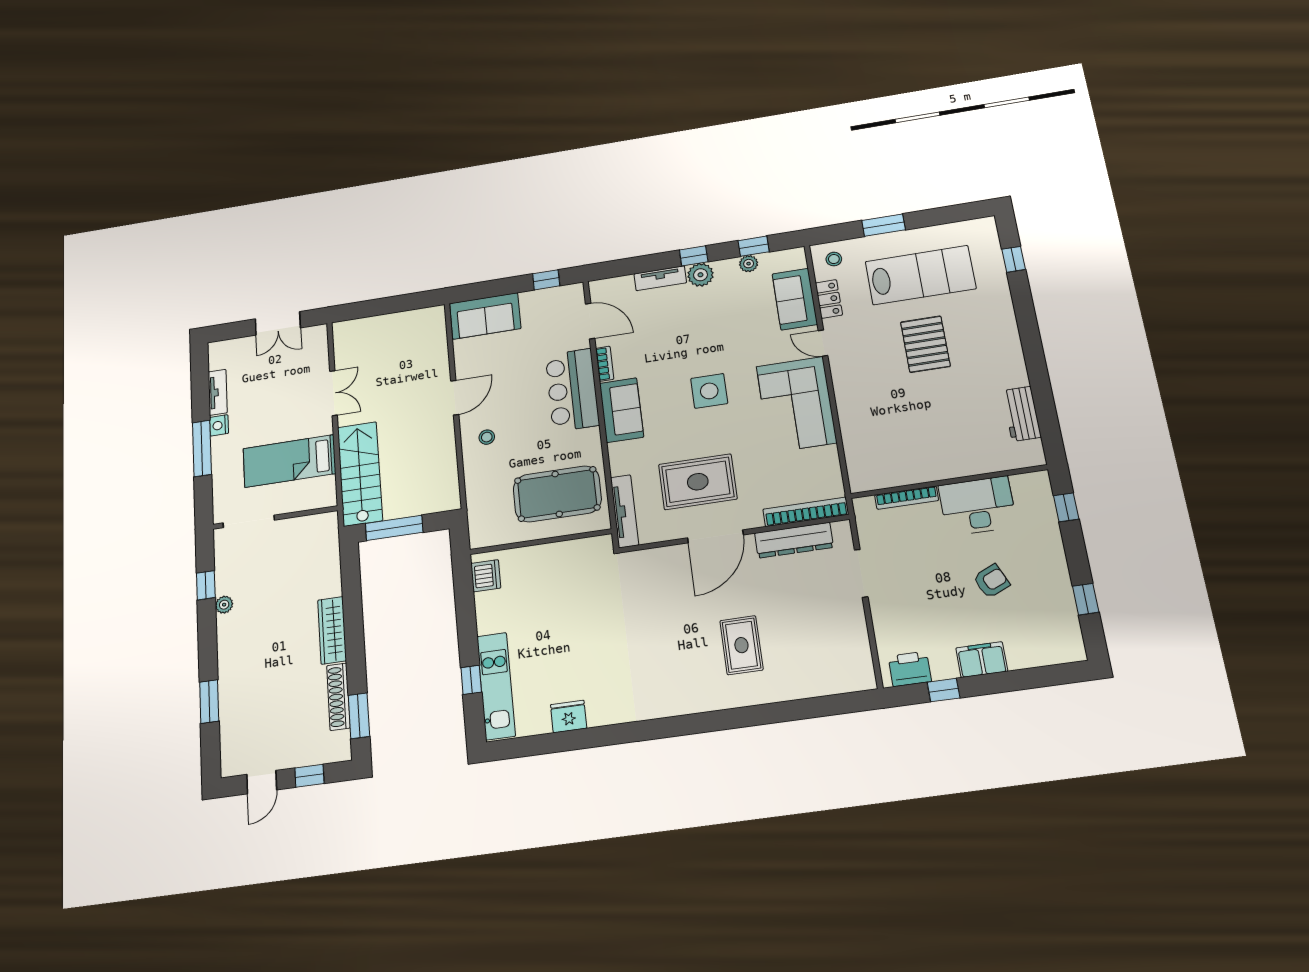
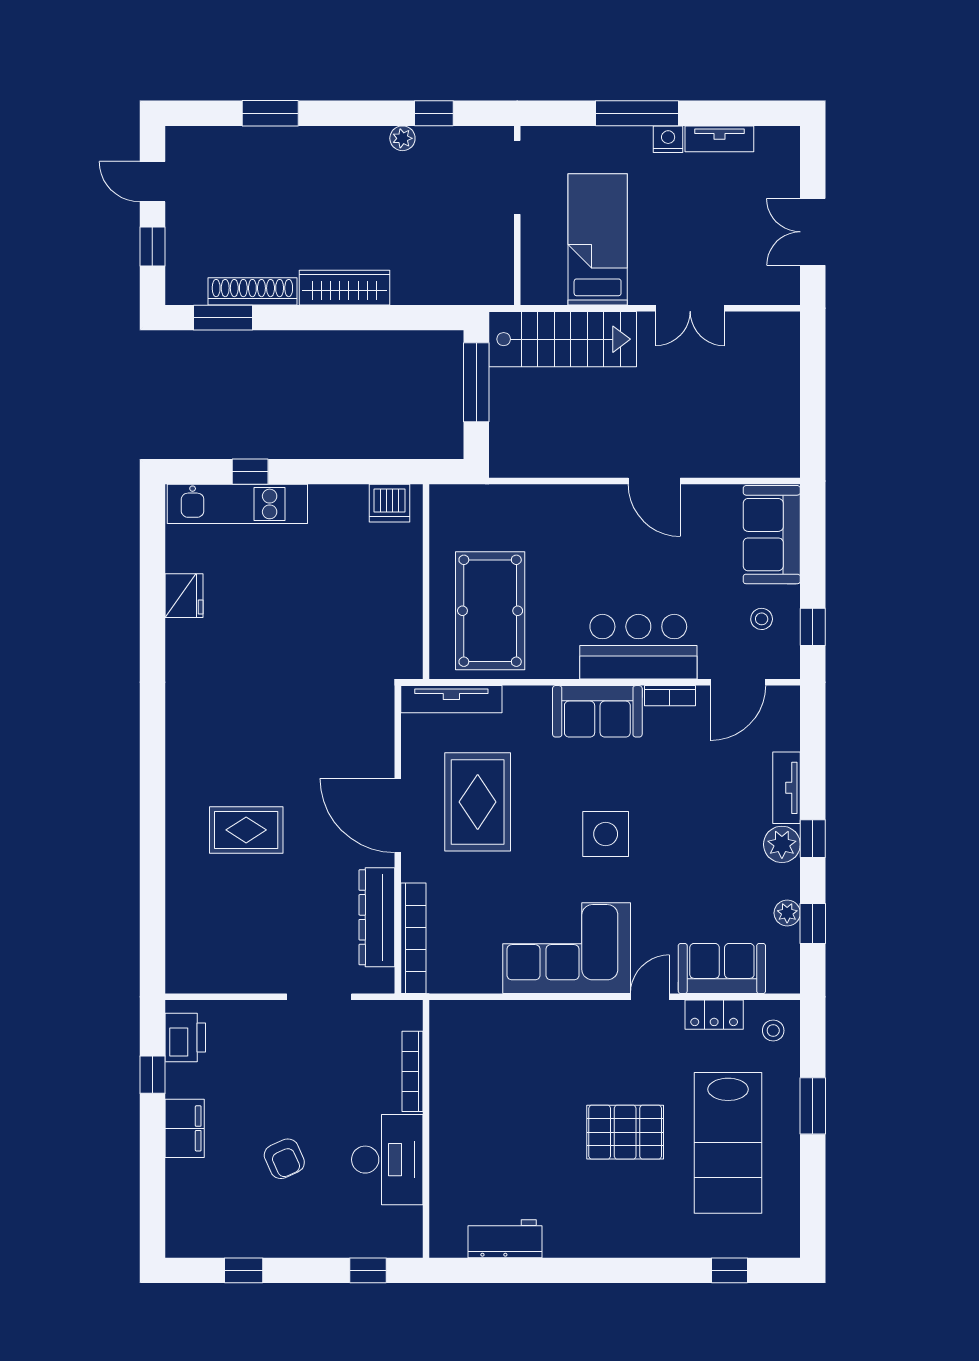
stool: (487, 437) -> (762, 619), moved

